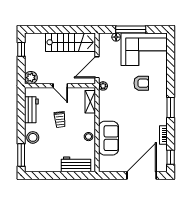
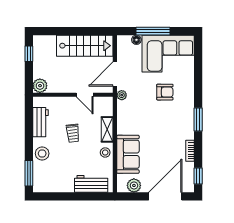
door: (60, 86) -> (85, 95), moved
shelving: (90, 102) -> (107, 129), moved
plant: (114, 166) -> (134, 185), added

